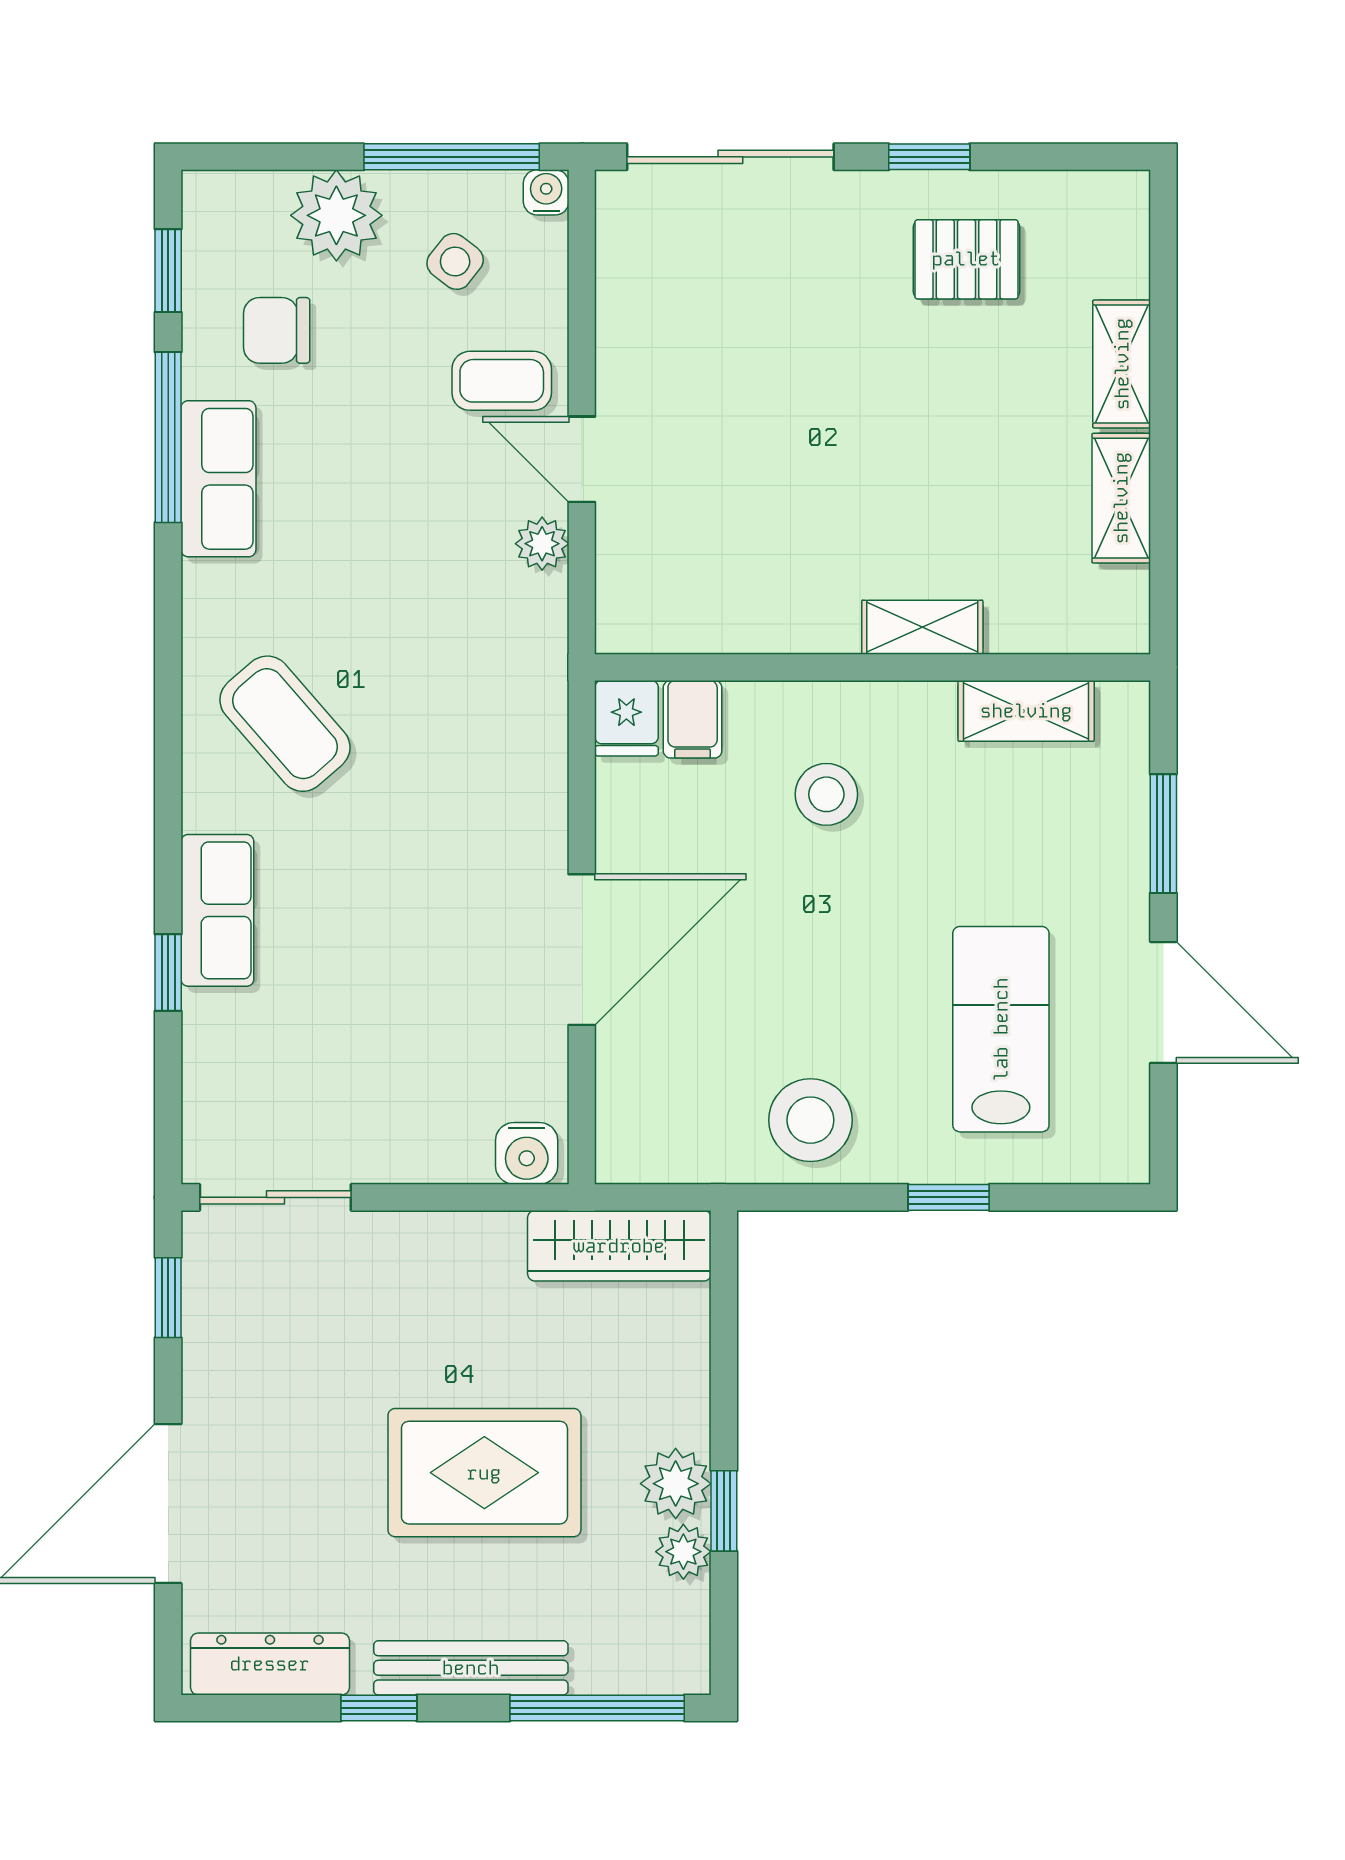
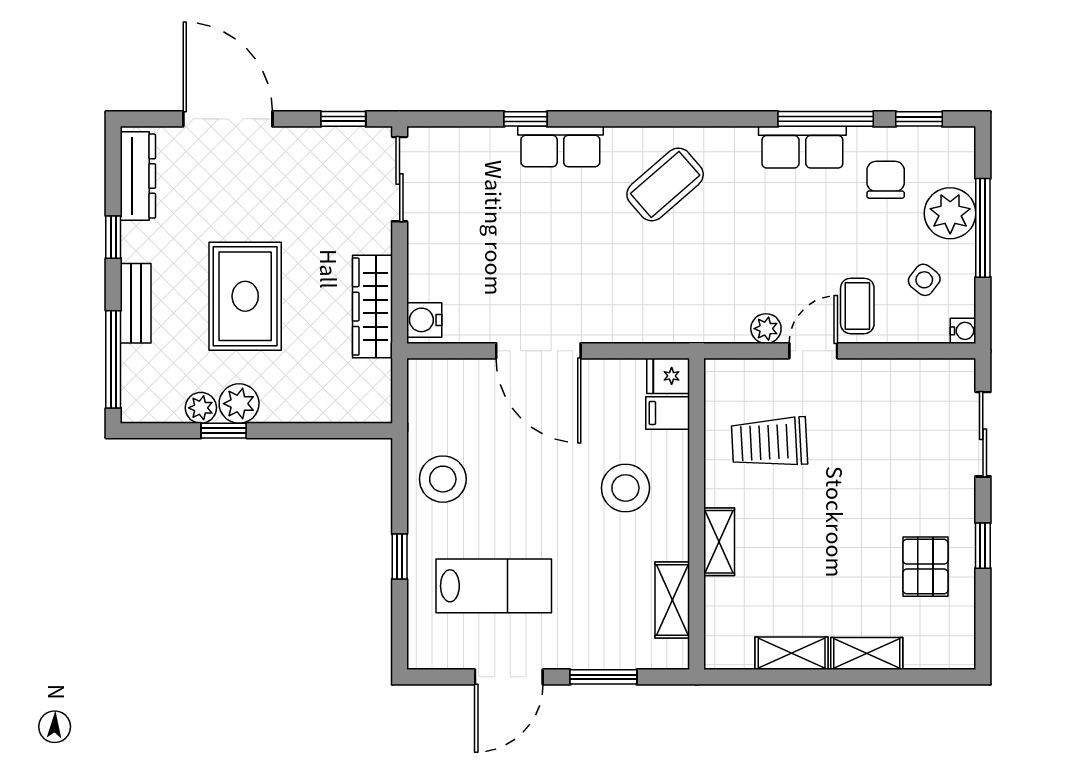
window: (452, 157) -> (983, 228), moved
sliding door: (730, 157) -> (983, 434), width x0.73
trolley: (745, 538) -> (769, 442), added
stool: (826, 794) -> (625, 488), width x1.38, depth x1.38
wardrobe: (619, 1246) -> (372, 307), moved
bench: (471, 1668) -> (136, 303), width x0.73

